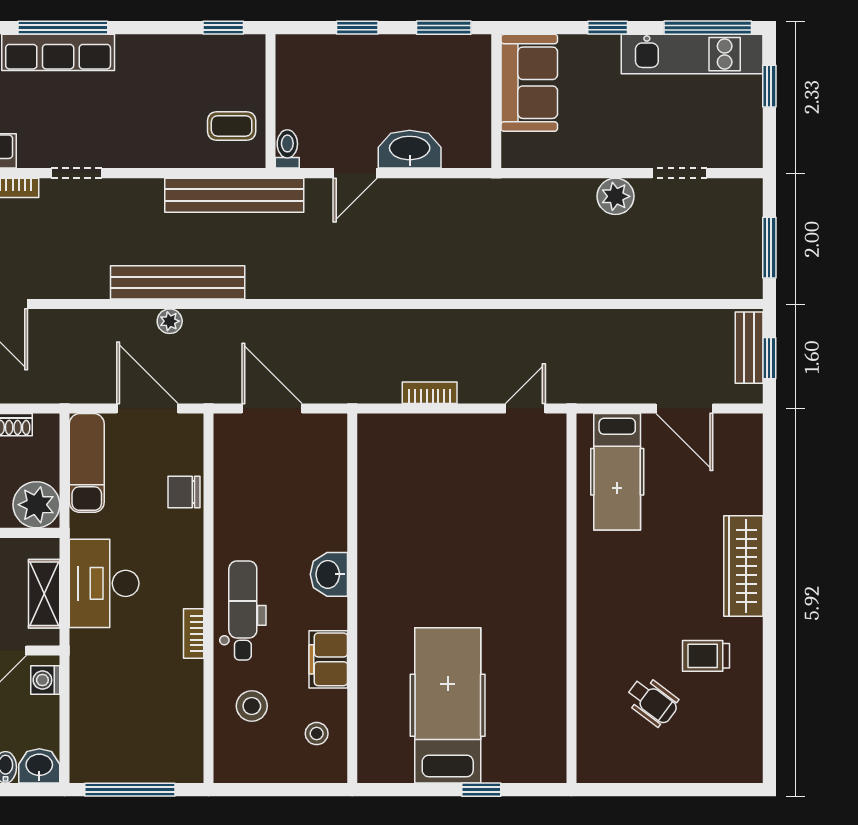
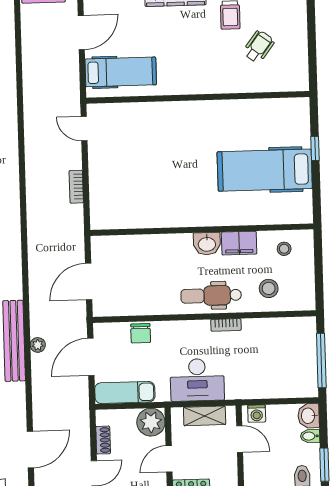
washbasin: (329, 574) -> (207, 244), moved

